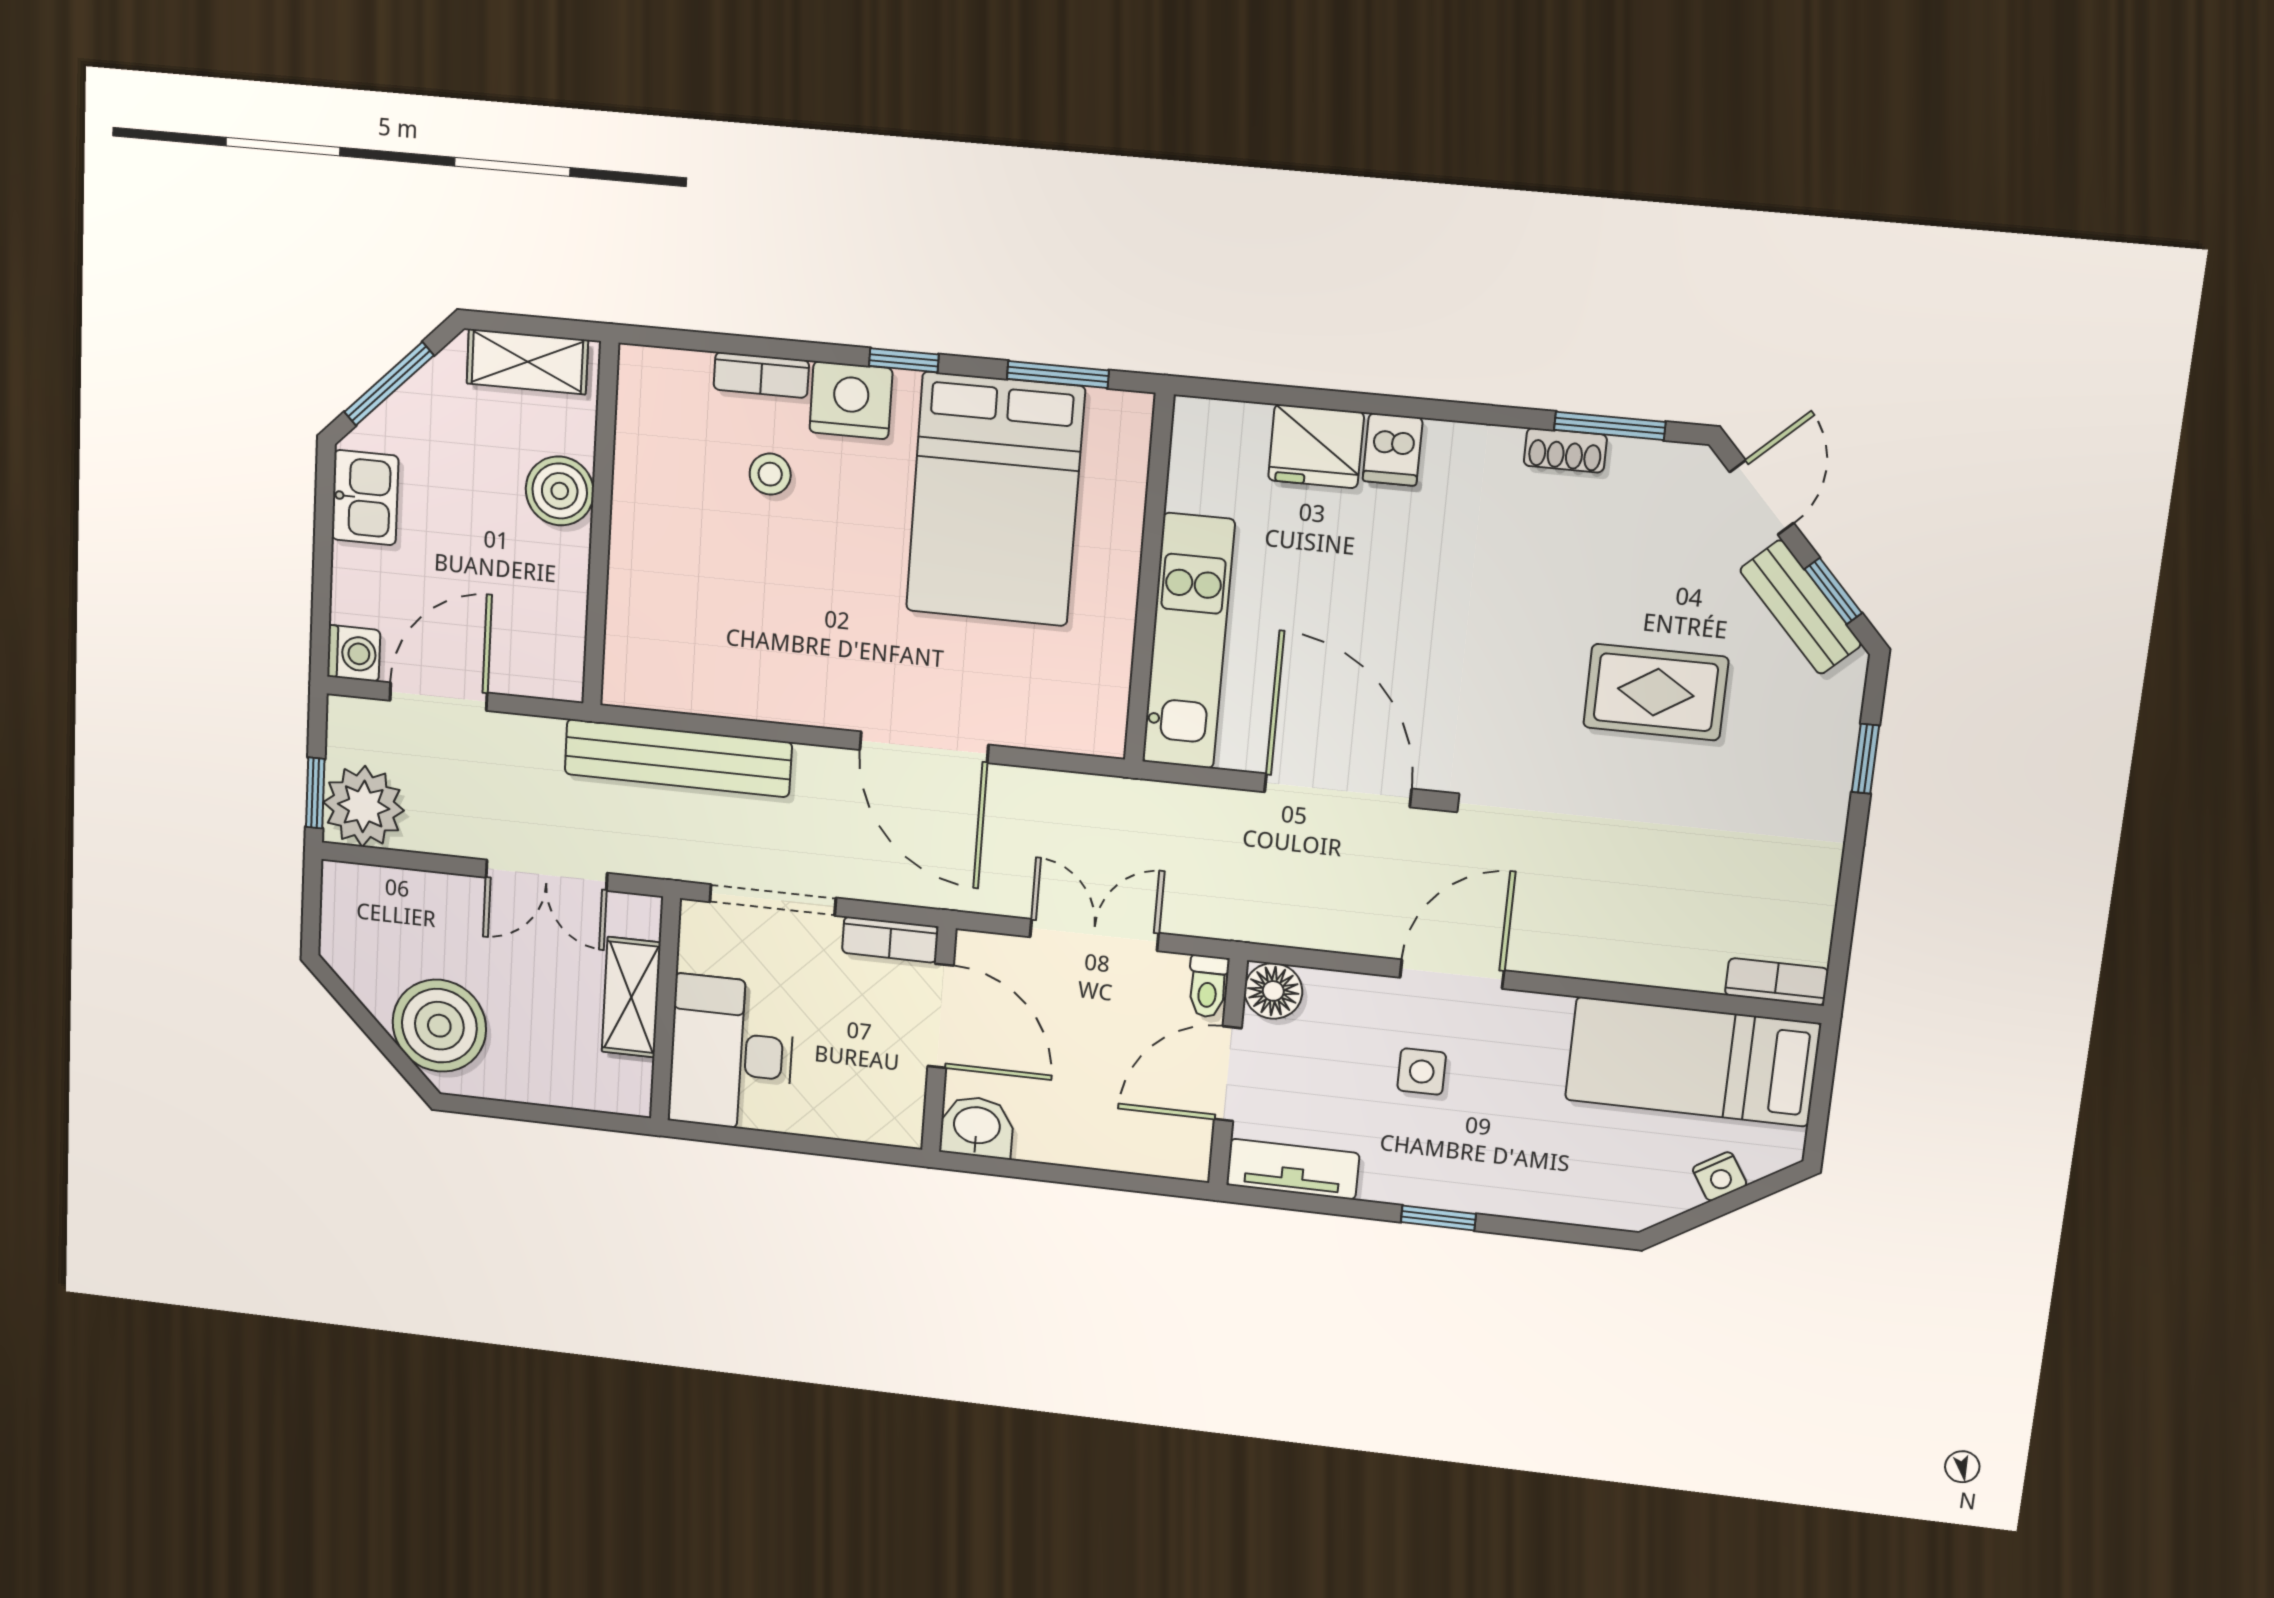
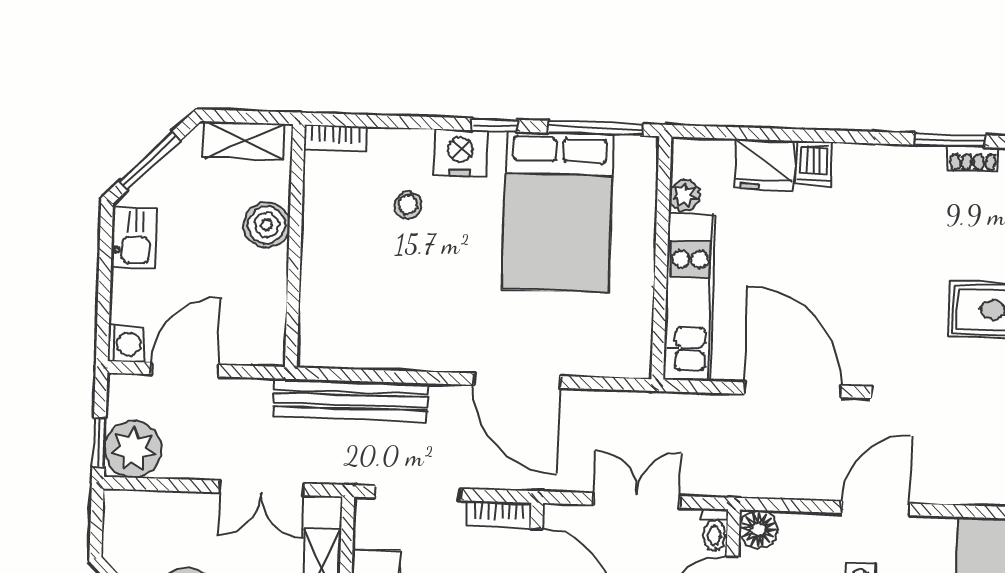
bookcase: (761, 375) -> (335, 138), moved
window: (1058, 375) -> (595, 128), width x1.44
shoe rack: (1565, 450) -> (973, 159), moved
plant: (1190, 486) -> (684, 195), added

